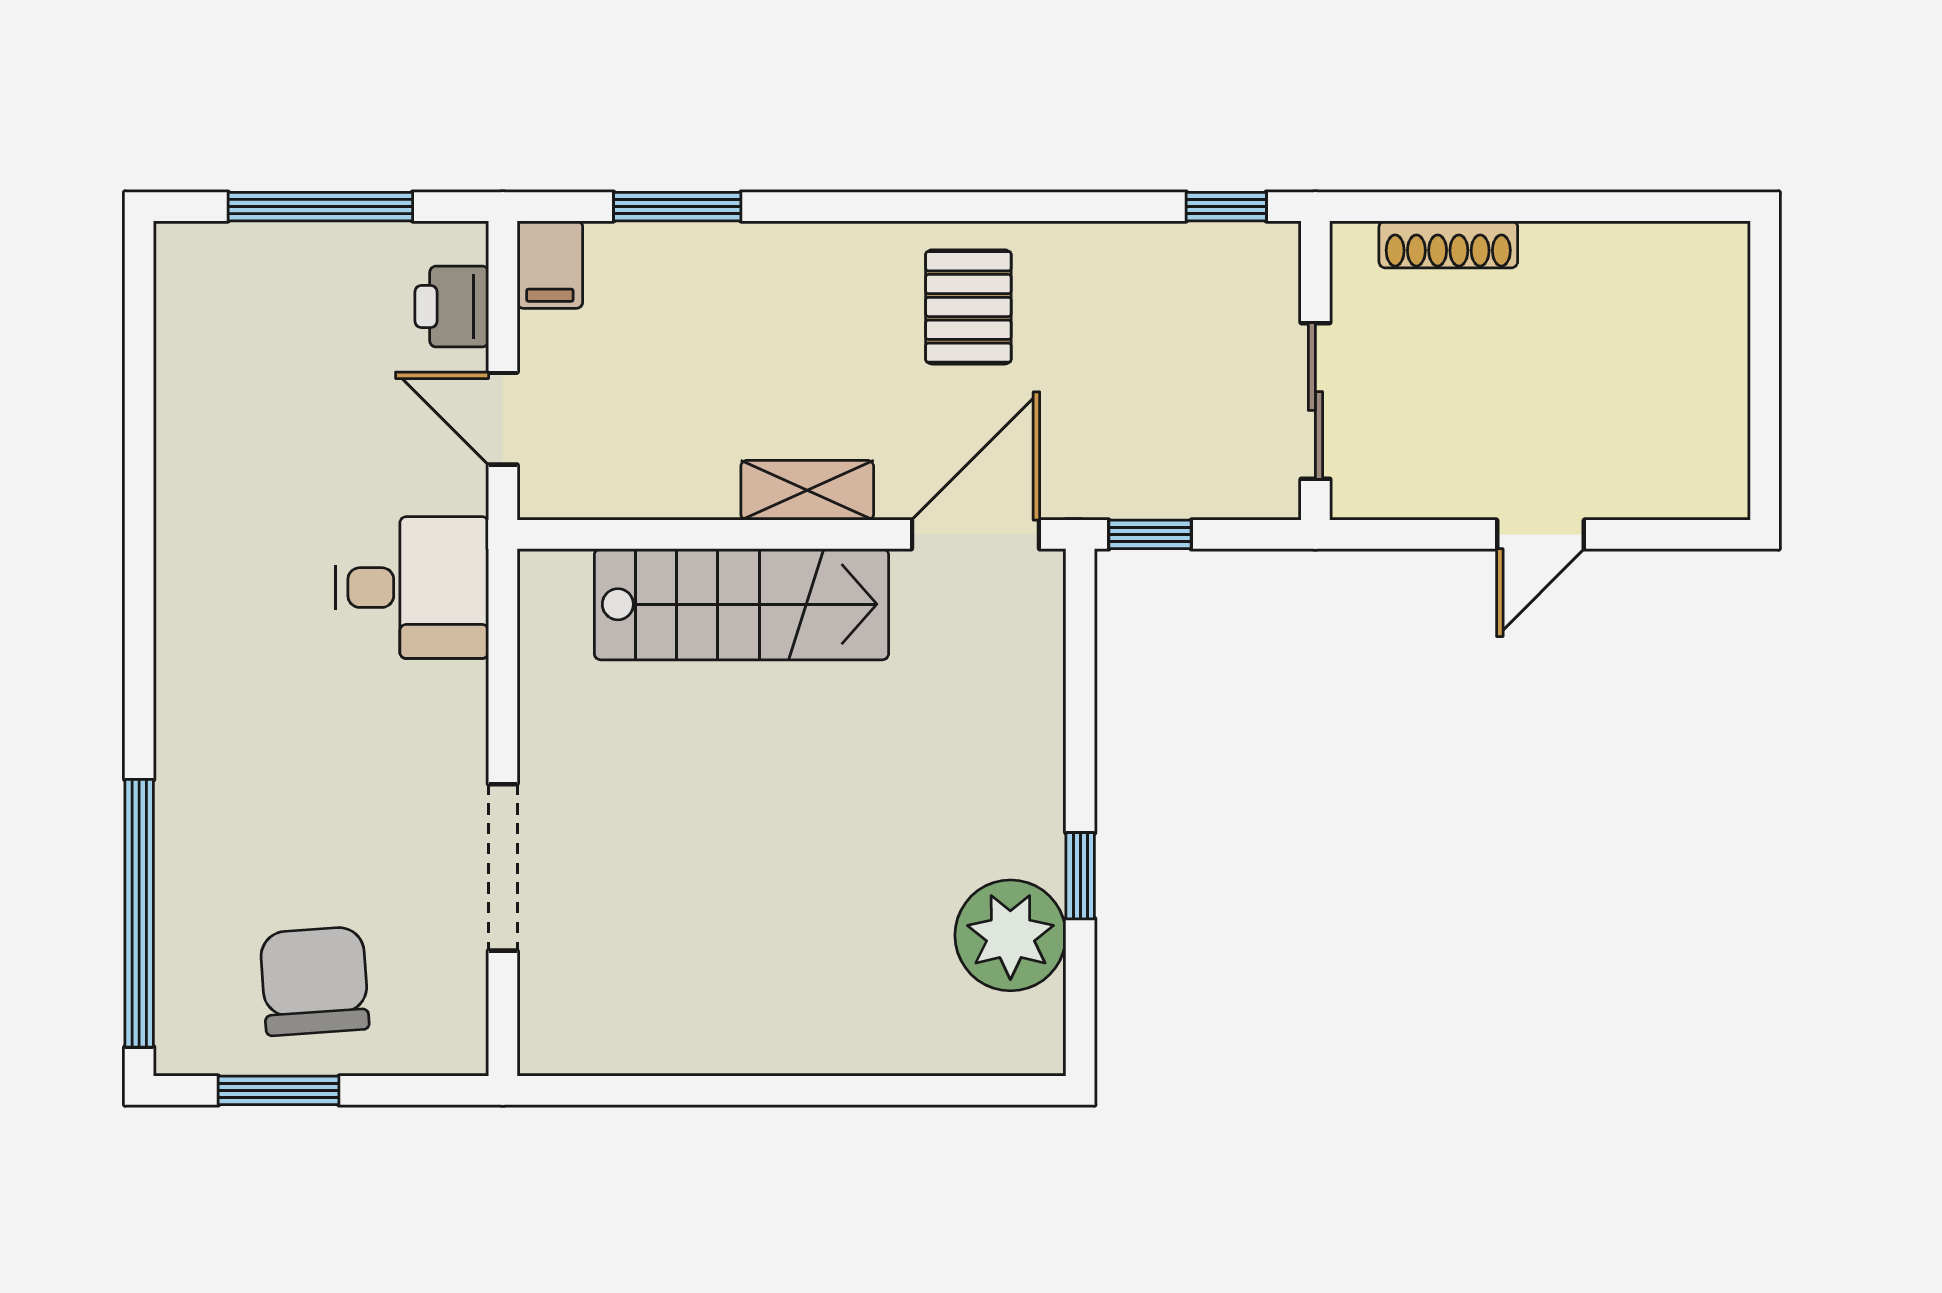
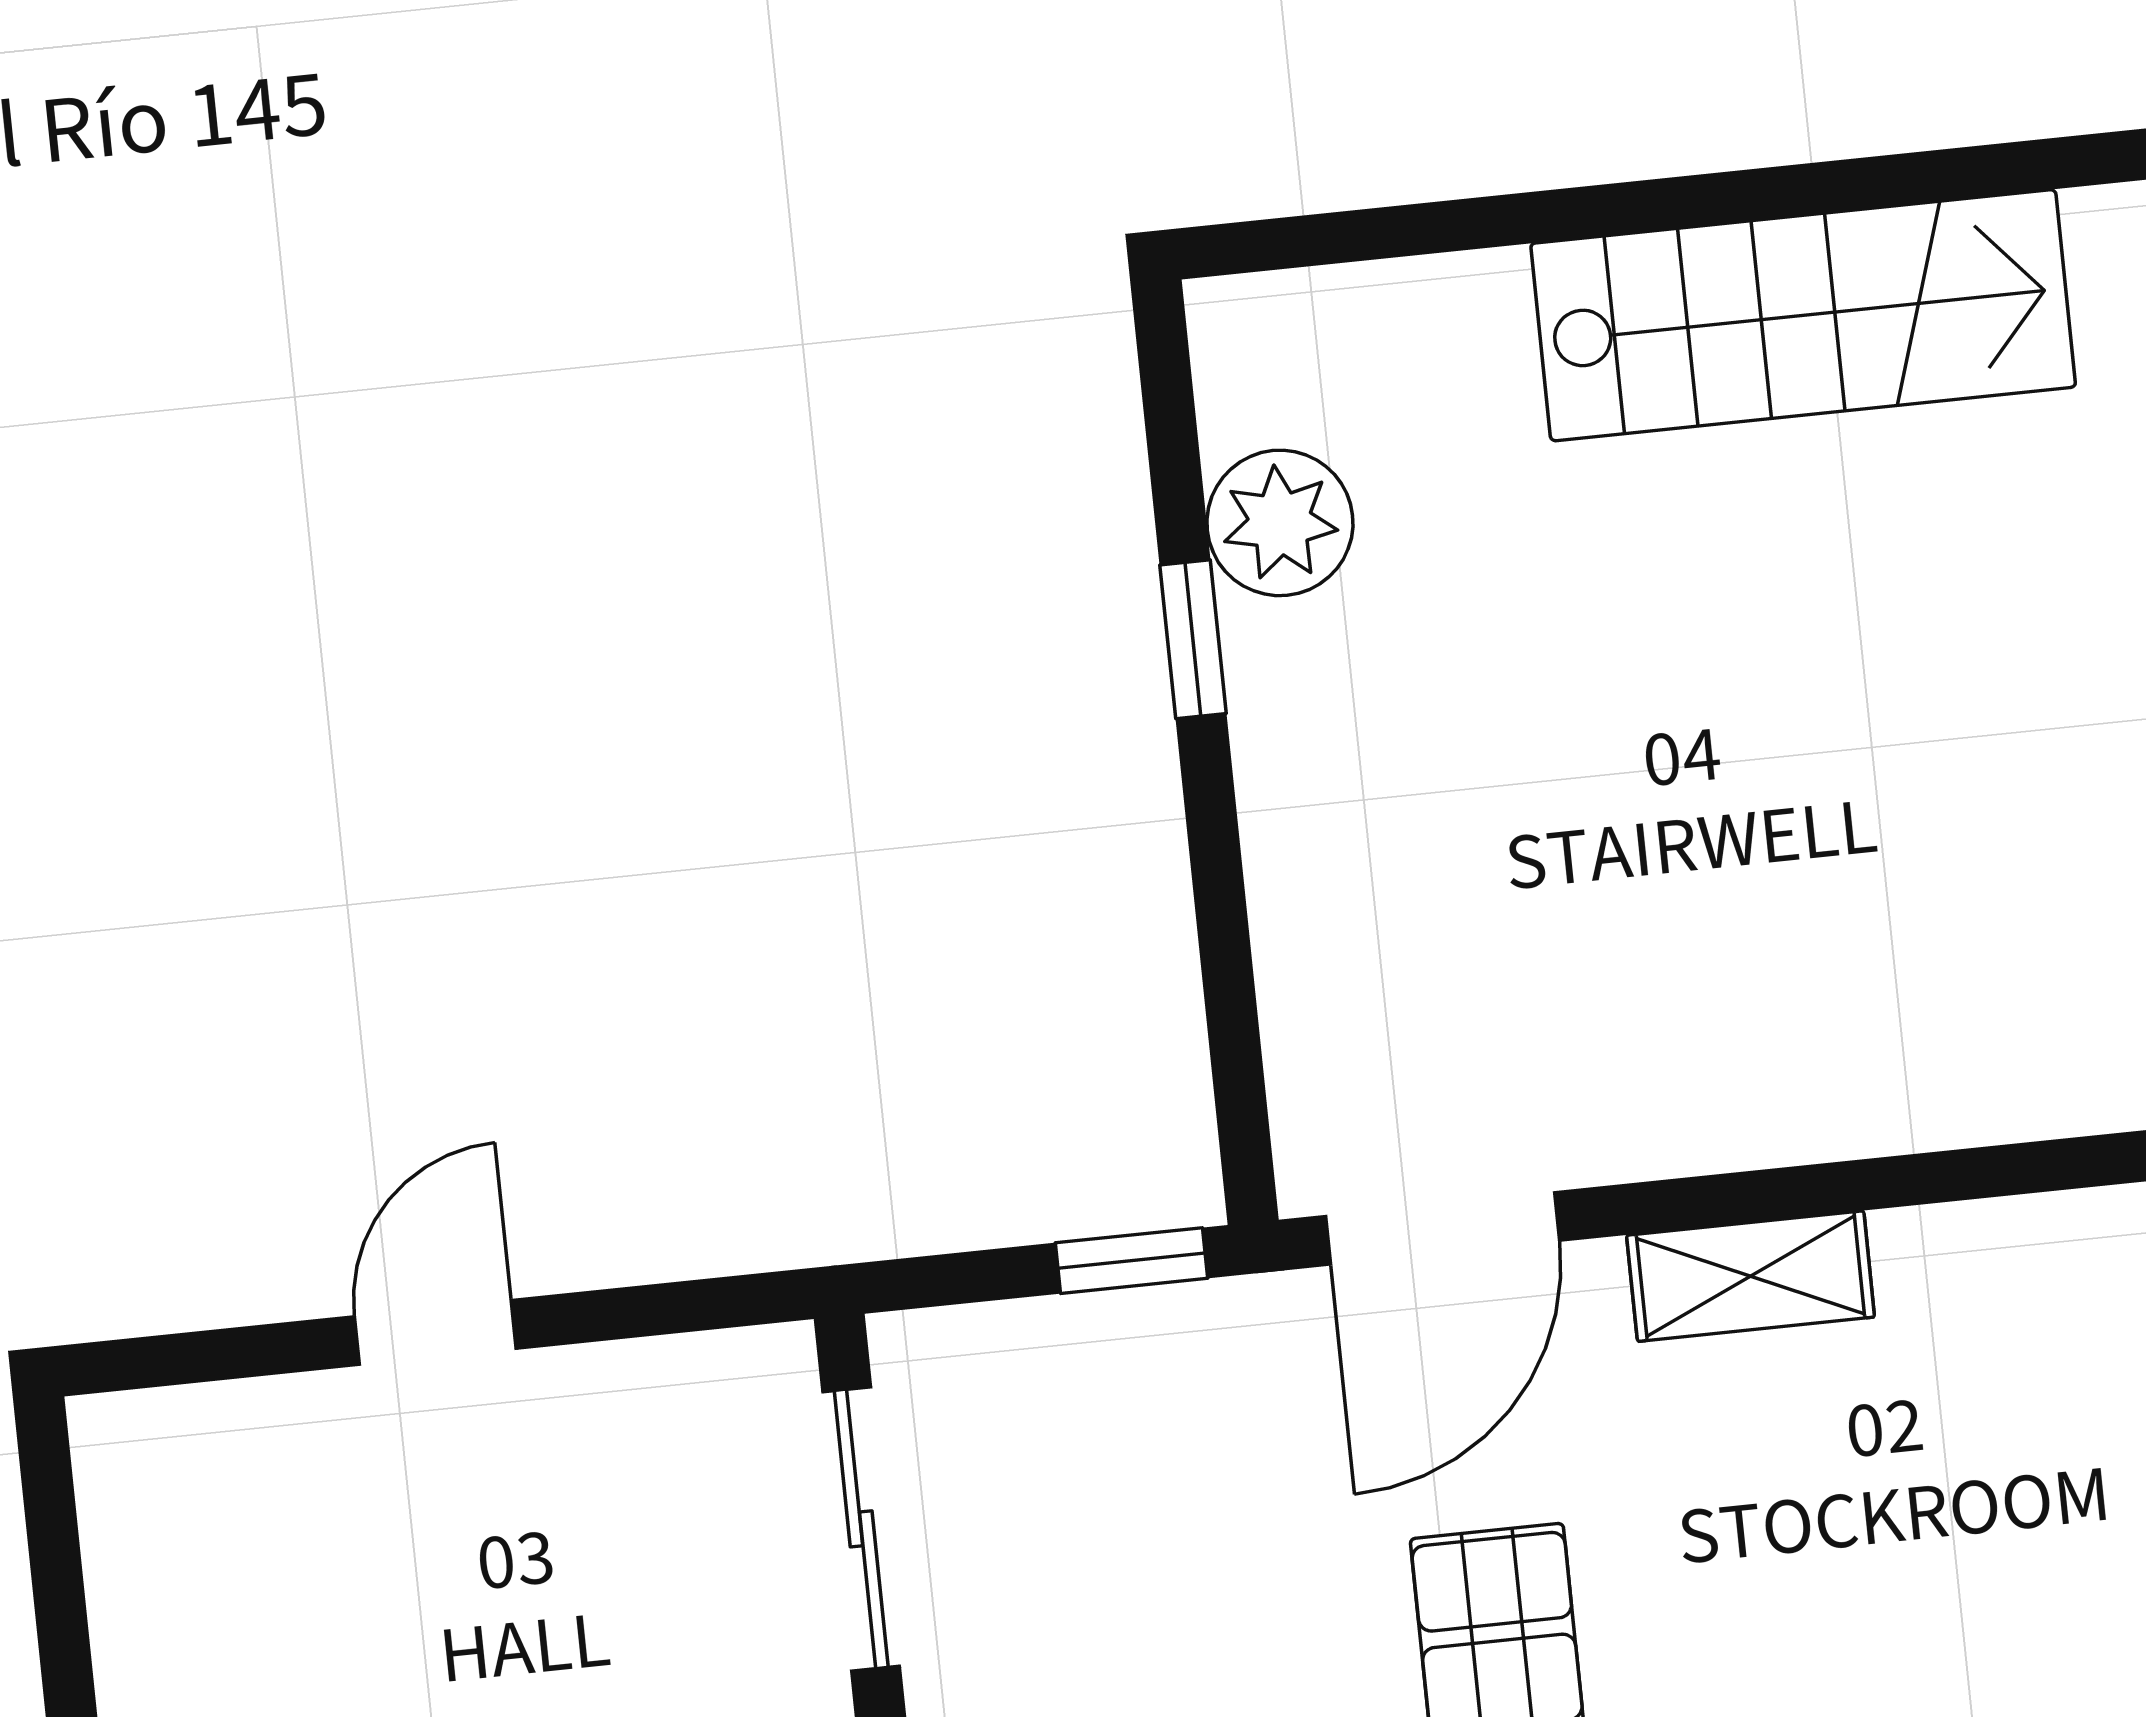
stairs: (741, 604) -> (1803, 315), moved, turned 180
plant: (1010, 935) -> (1280, 523), width x0.73, depth x0.73

